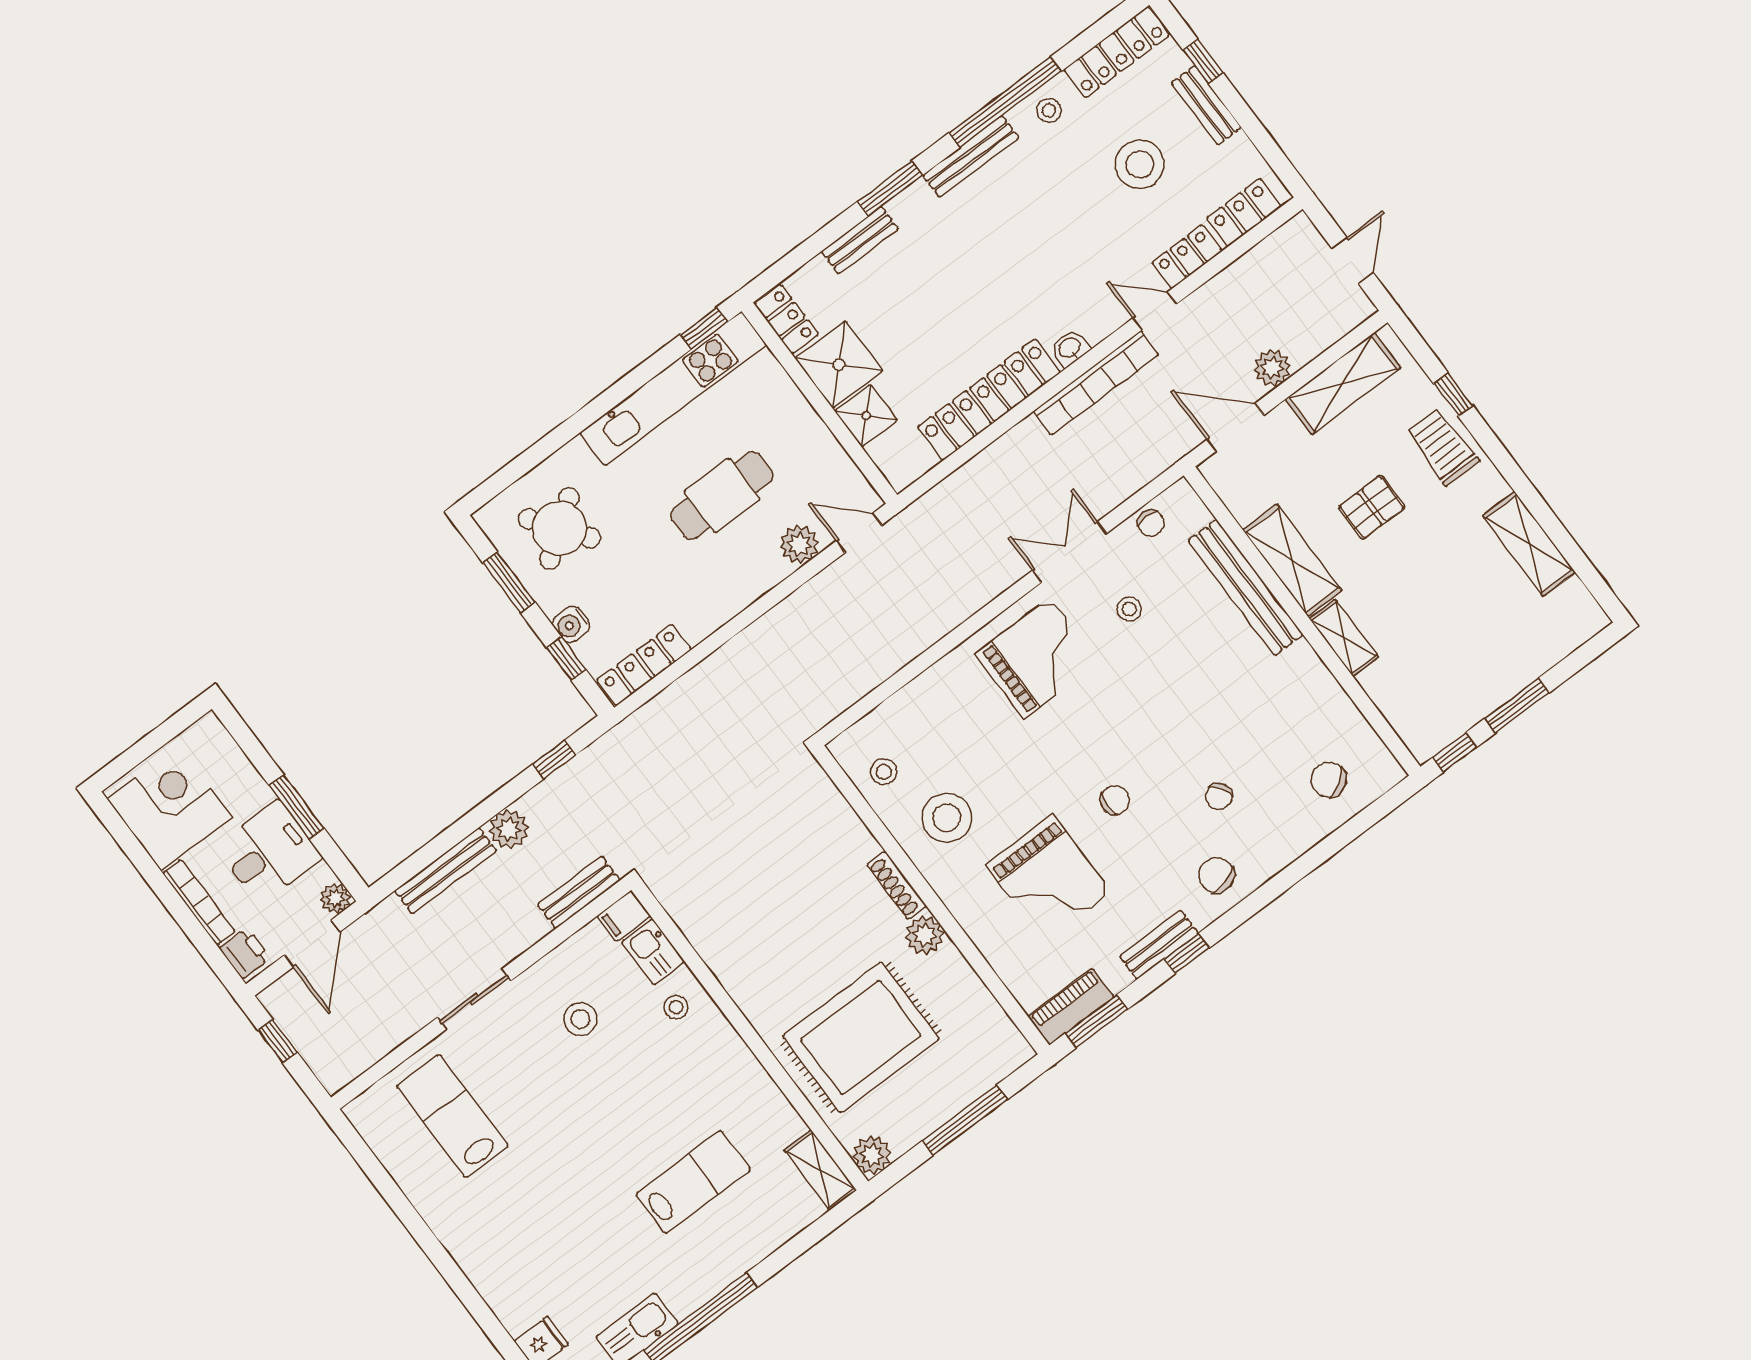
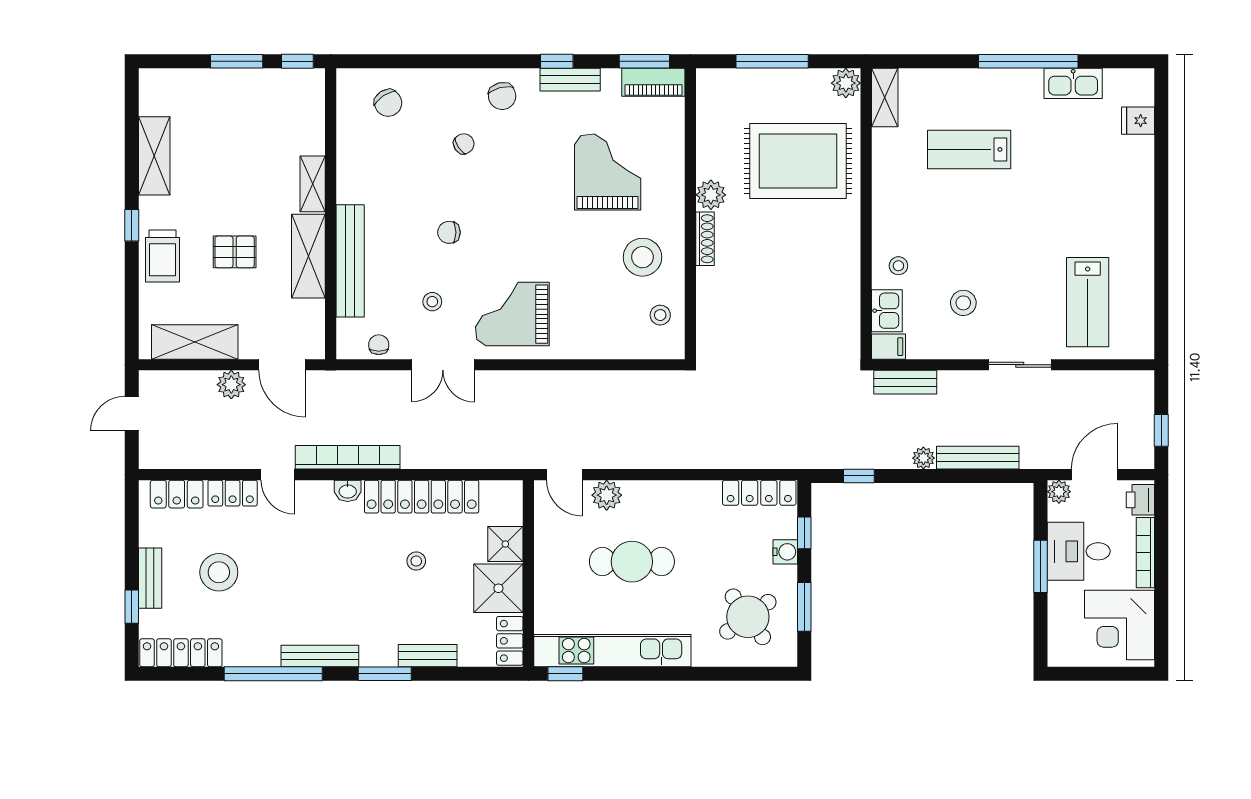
stool: (1049, 110) -> (416, 561), moved
window: (1453, 395) -> (132, 225), moved
chair: (1115, 800) -> (449, 232), moved
plant: (509, 829) -> (923, 458), width x0.73, depth x0.73

